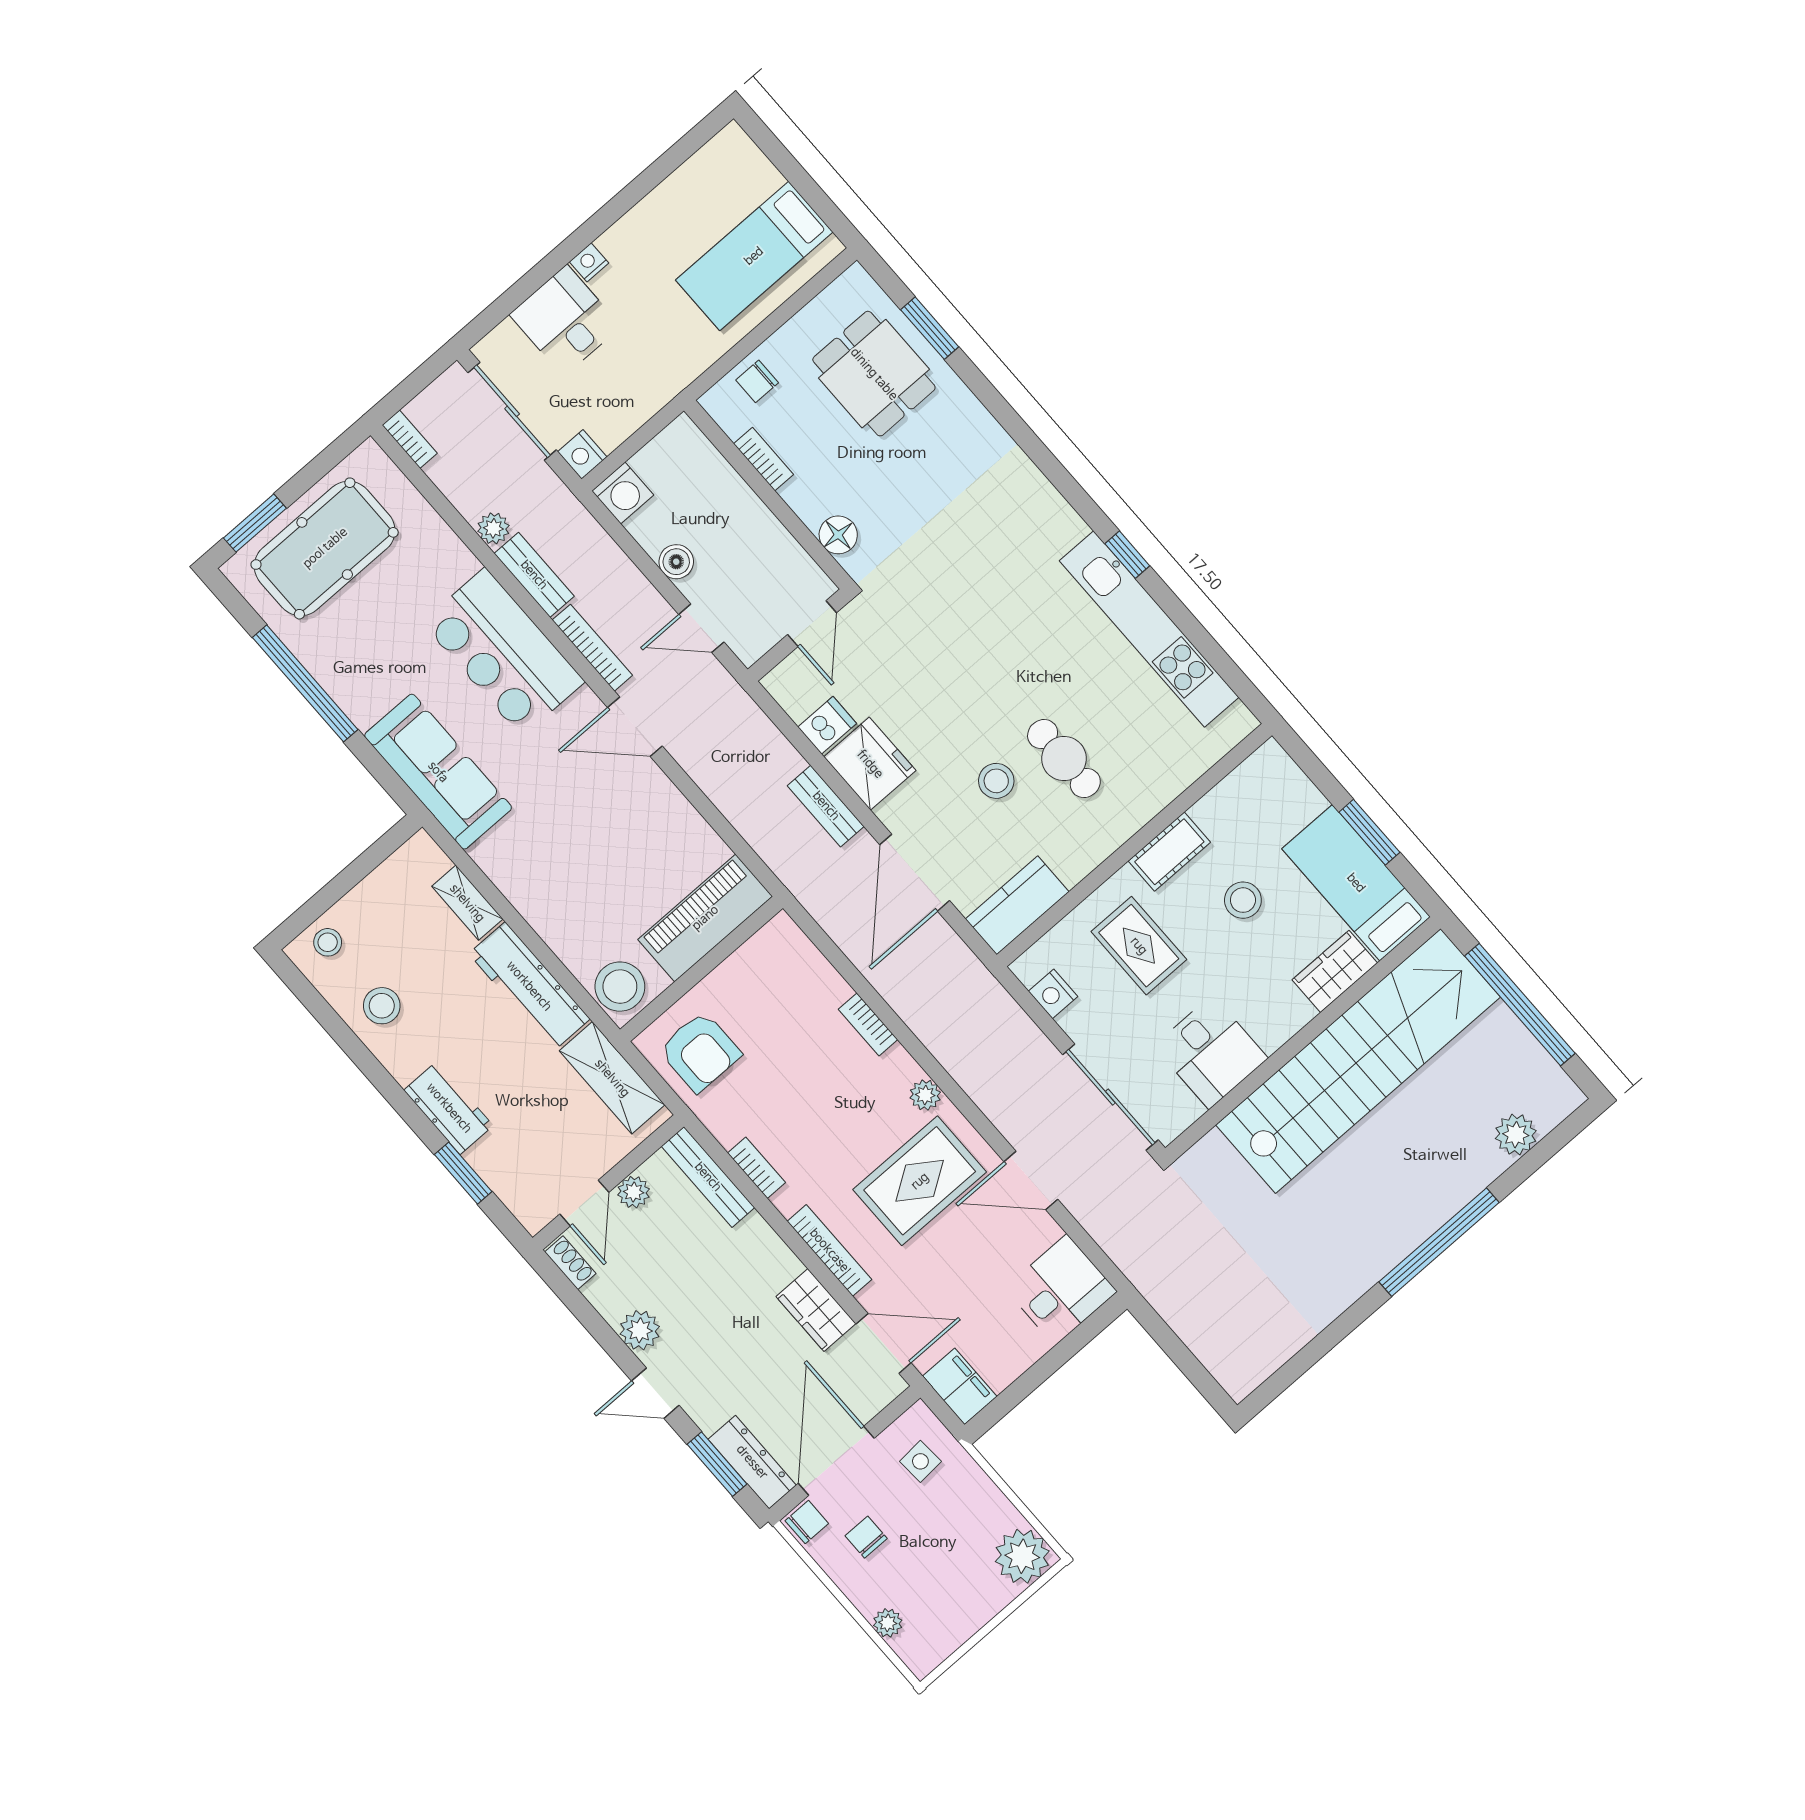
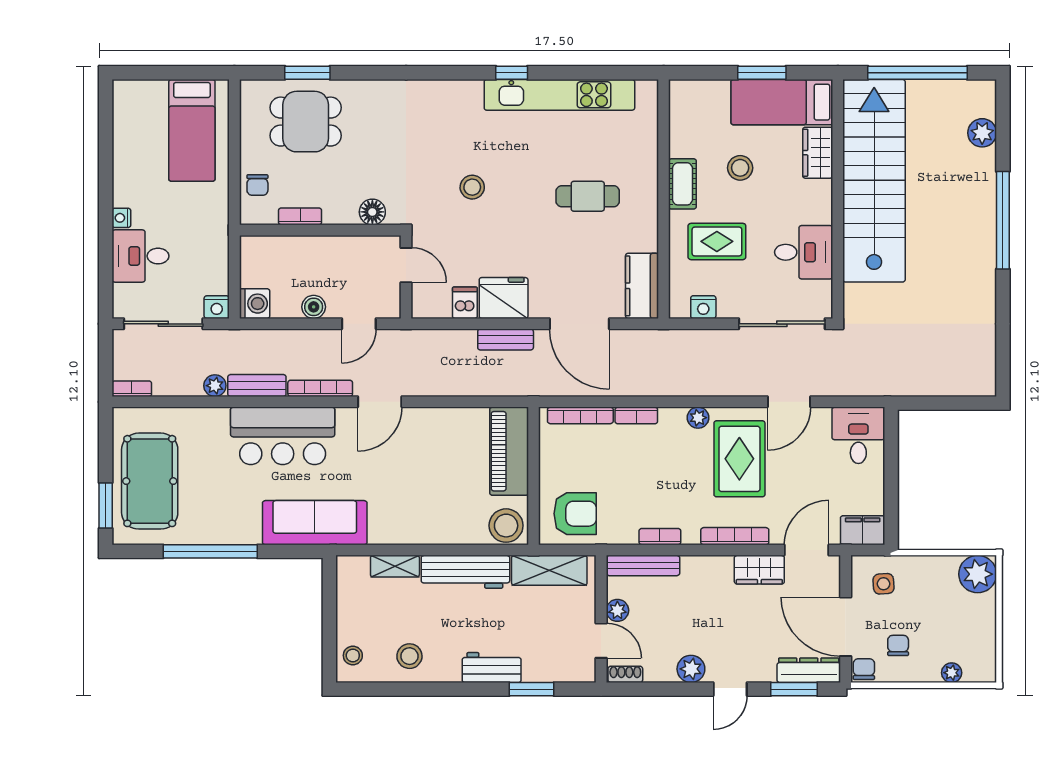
stool: (996, 781) -> (472, 187), moved
bookcase: (814, 962) -> (580, 415), added
chair: (866, 1537) -> (898, 645), turned 90

